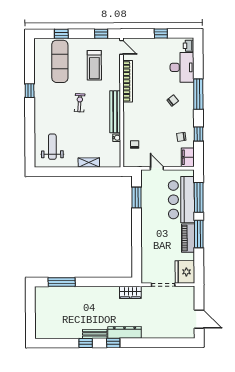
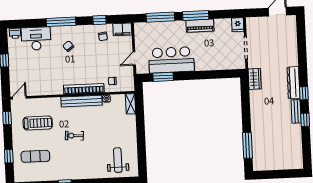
exercise mat: (60, 61) -> (35, 156), width x0.73, depth x0.69
bookcase: (128, 81) -> (84, 89), moved
weight bench: (52, 147) -> (118, 160), turned 90
shelving: (89, 163) -> (130, 104), moved
bar counter: (181, 200) -> (171, 60), moved, turned 180
fridge: (185, 272) -> (238, 25), width x0.53, depth x0.75

